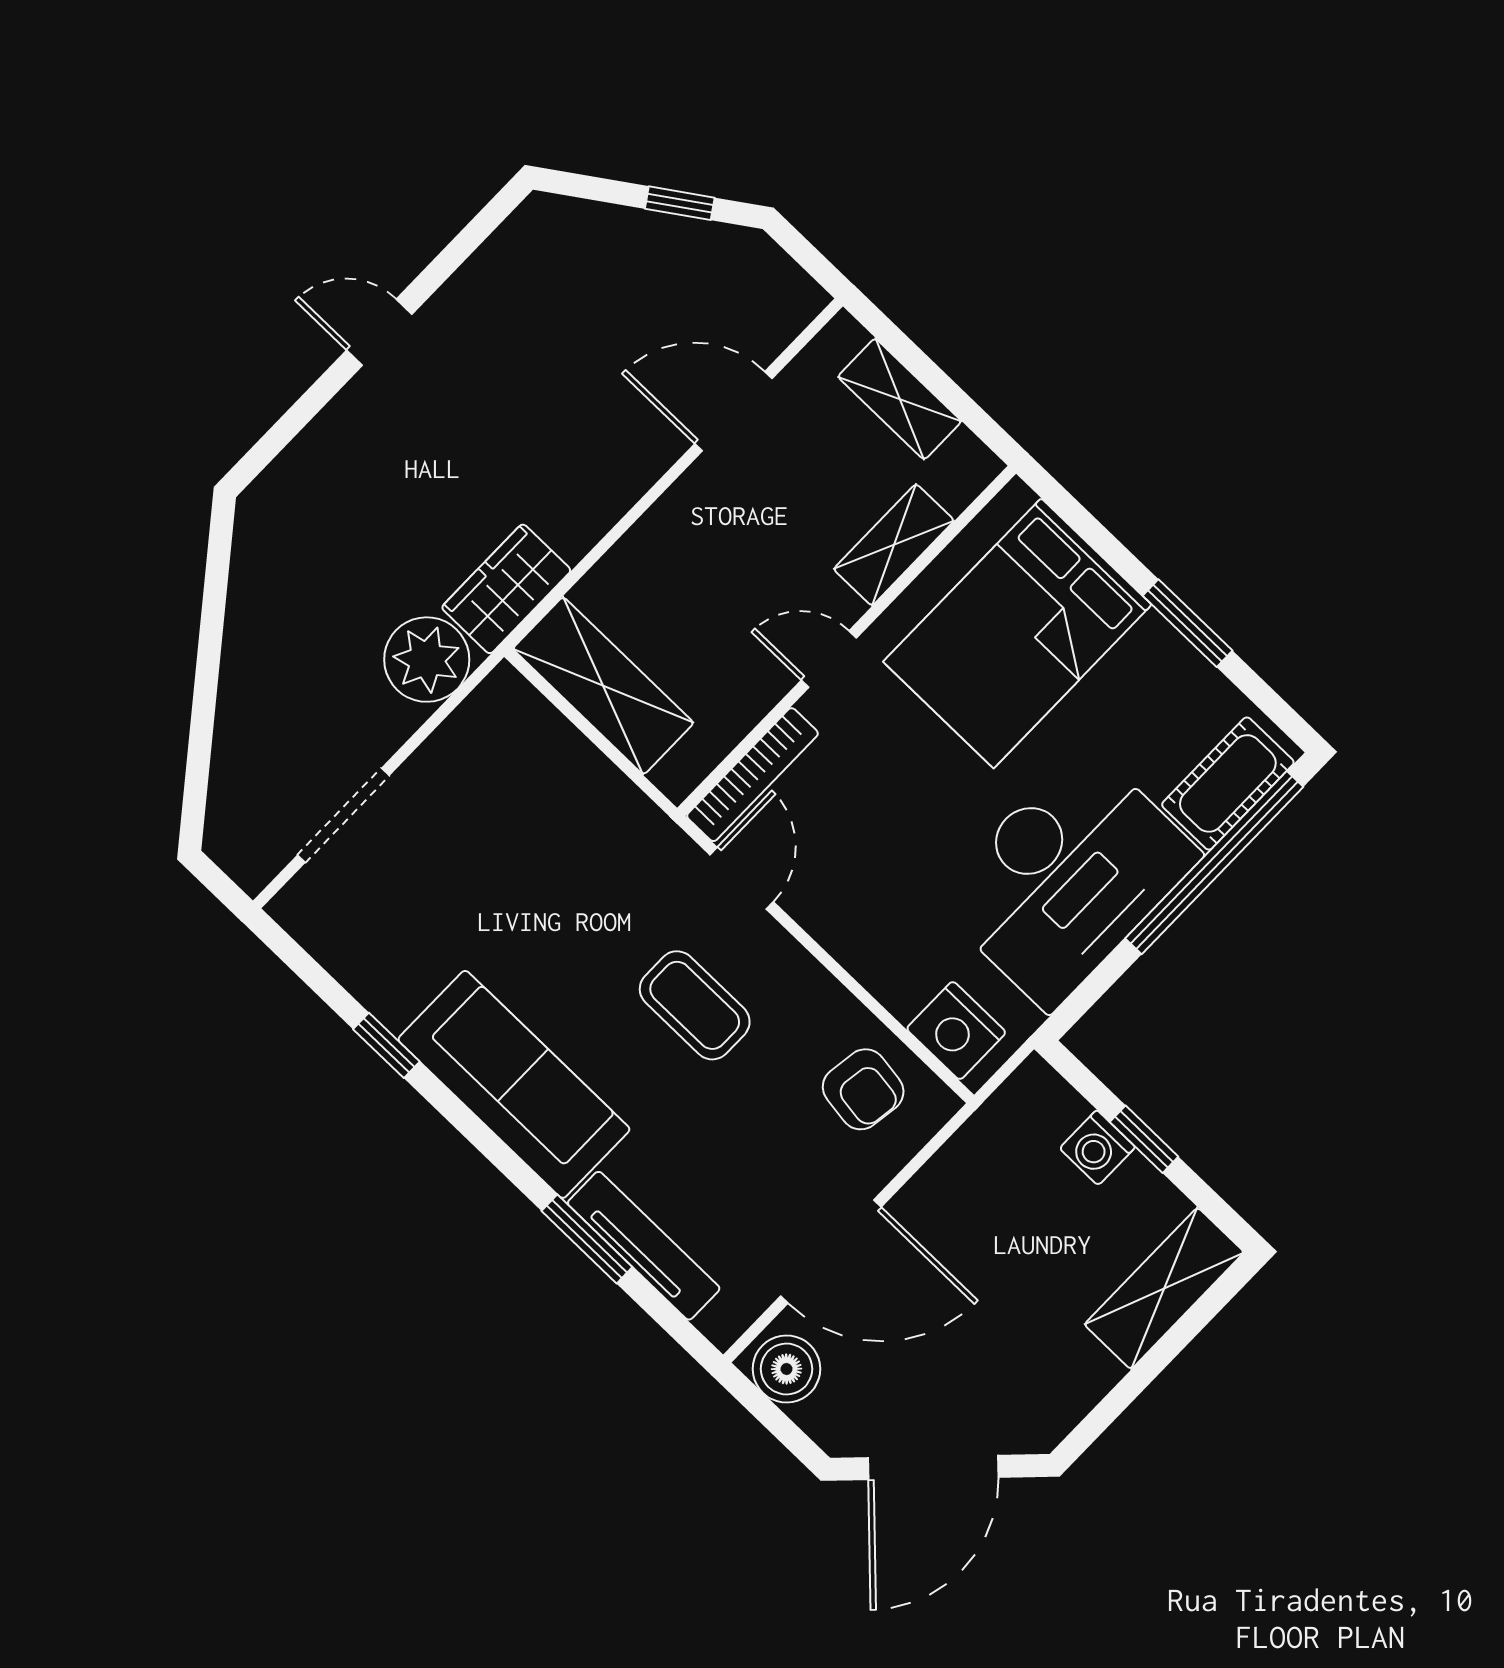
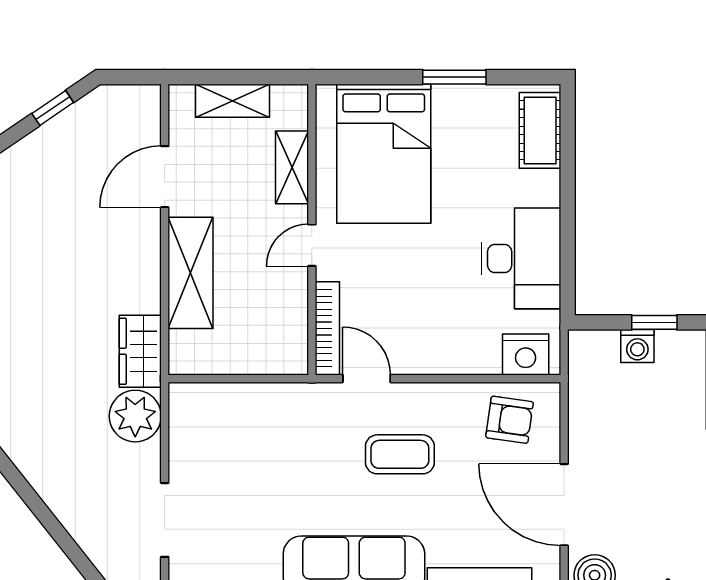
shelving: (603, 686) -> (190, 273), moved, turned 90
window: (1214, 863) -> (568, 171), removed
desk: (1067, 877) -> (521, 258), width x0.73, depth x0.77
door: (831, 1251) -> (564, 505), swing flipped

